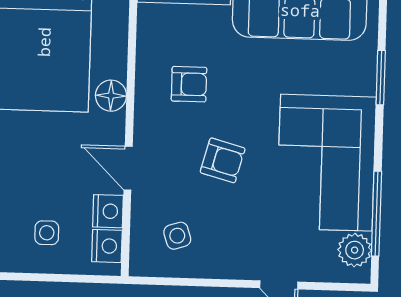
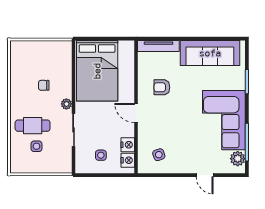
armchair: (189, 84) -> (162, 87), turned 180
floor lamp: (111, 96) -> (127, 93), removed
armchair: (223, 160) -> (178, 121), removed
door: (128, 168) -> (136, 113), moved

